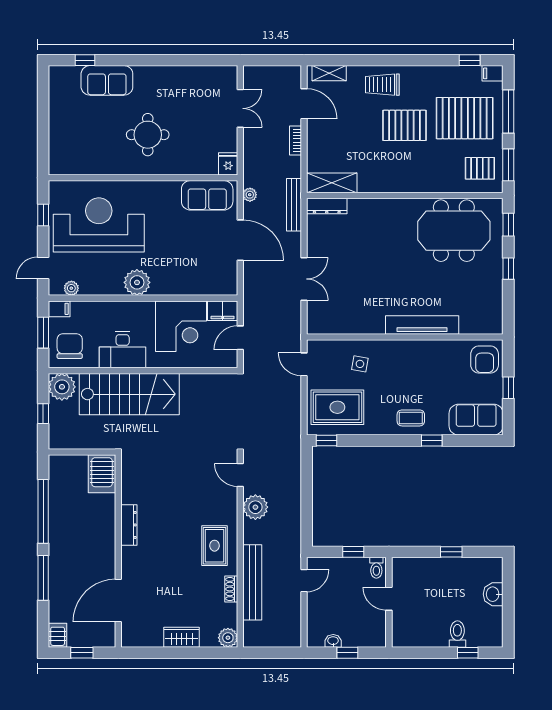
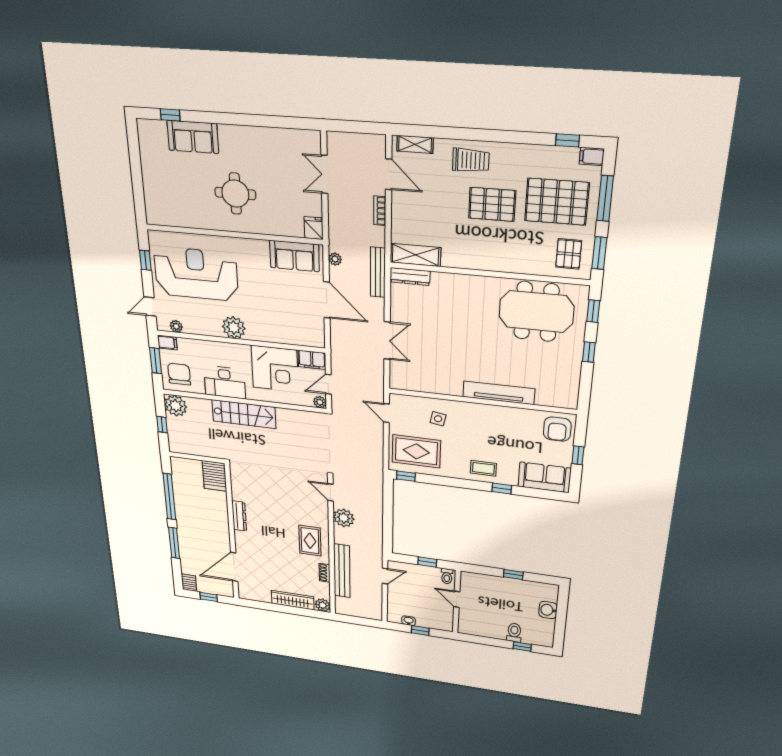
trolley: (382, 85) -> (471, 160), turned 180
double door: (240, 108) -> (324, 174), swing flipped
pallet: (480, 168) -> (569, 254), turned 90
plant: (230, 361) -> (320, 402), added
stairs: (129, 394) -> (244, 414), width x0.73, depth x0.66
wardrobe: (182, 637) -> (293, 600), width x1.50

